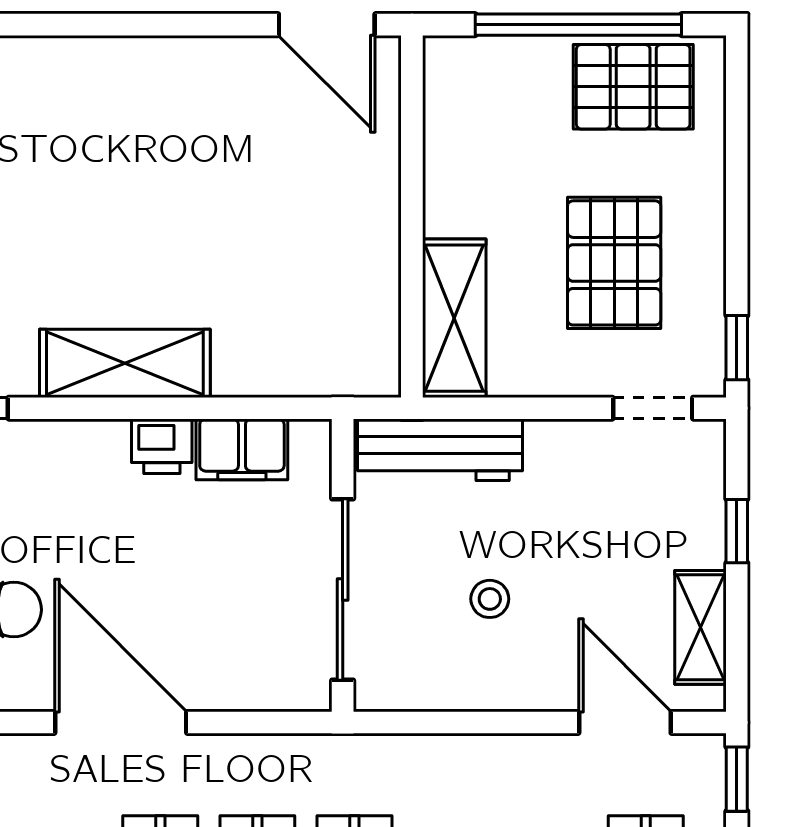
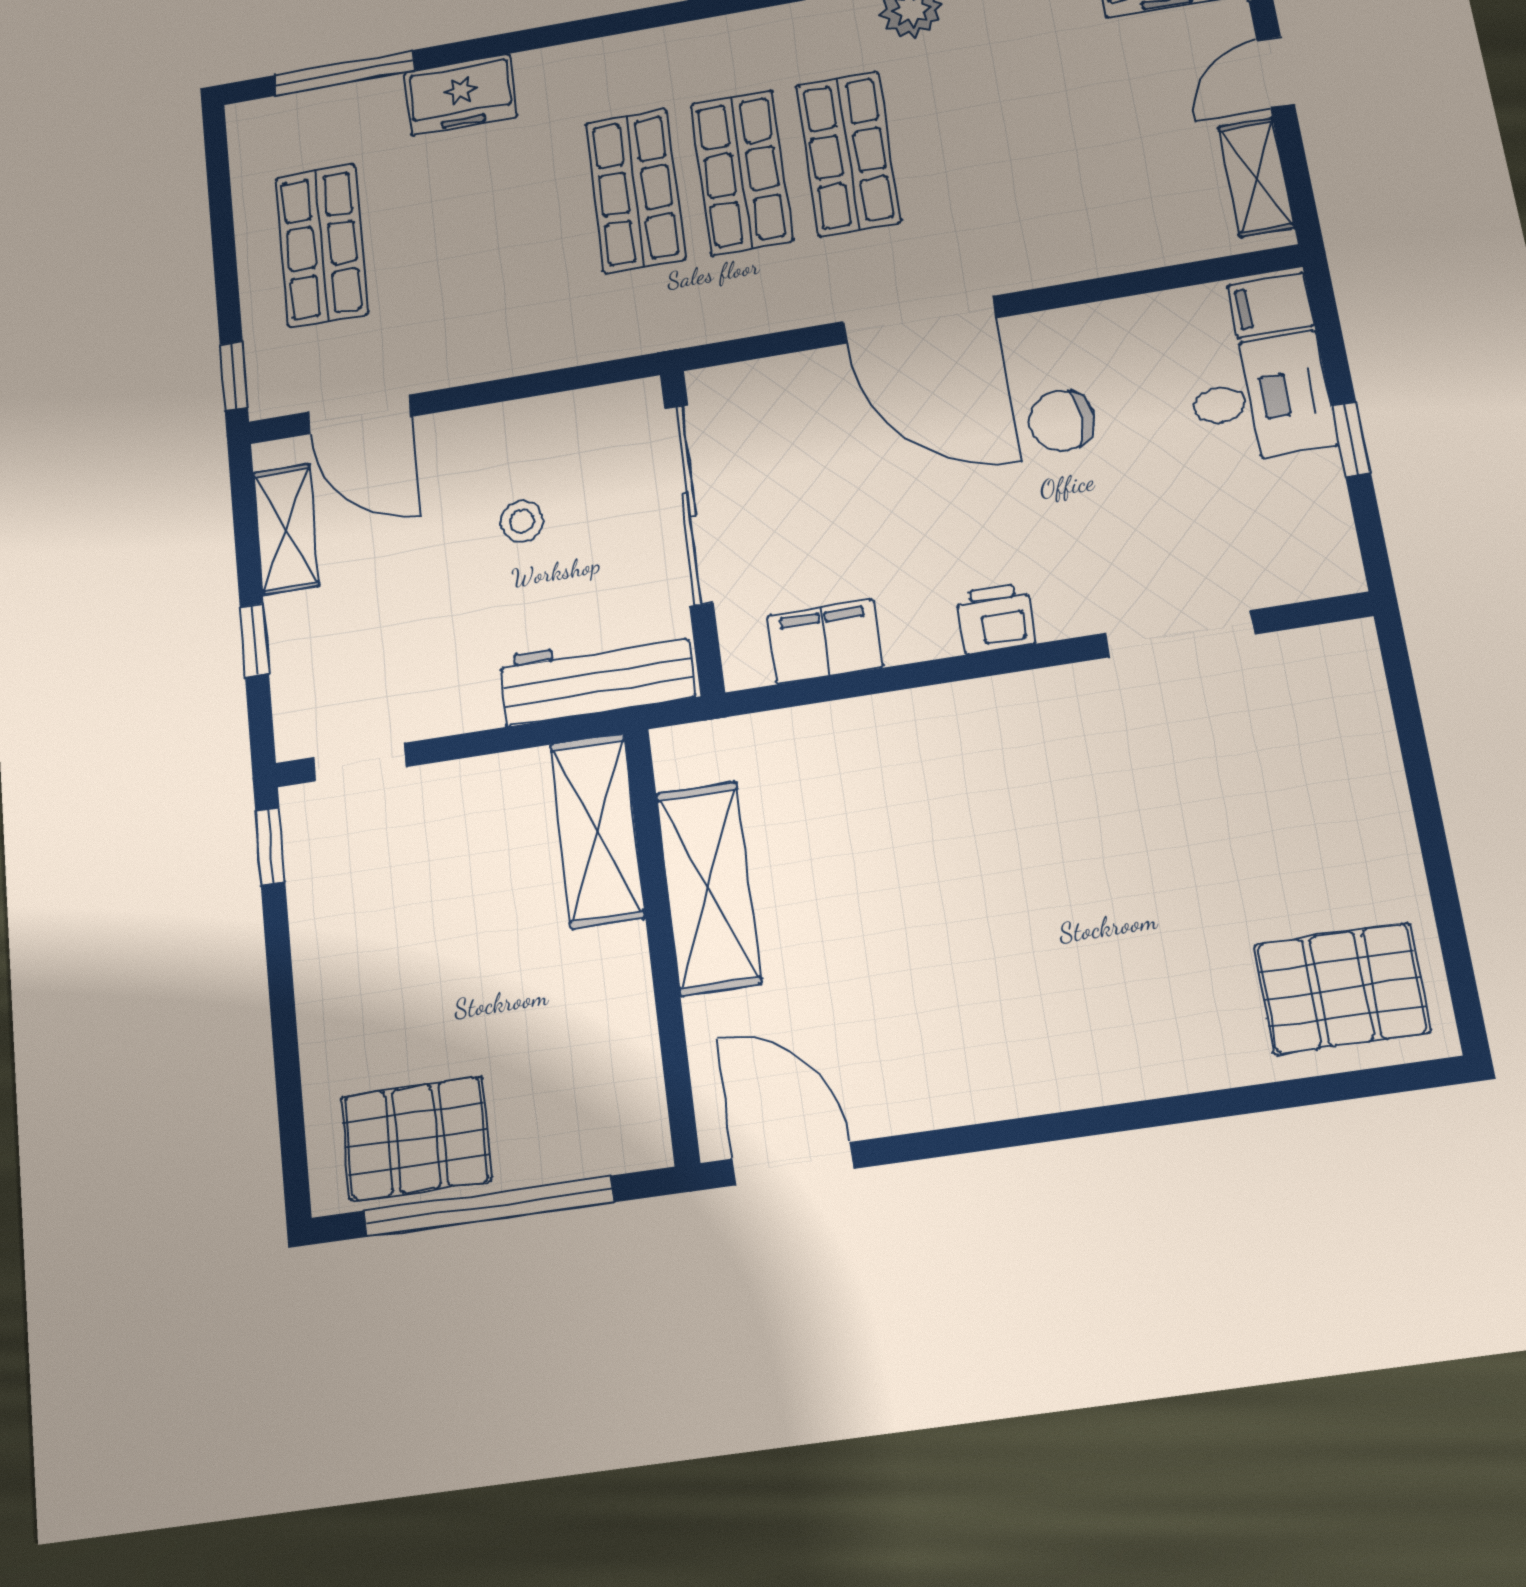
pallet: (614, 263) -> (419, 923), removed
shelving: (125, 363) -> (708, 888), moved, turned 90
printer: (162, 446) -> (996, 618), moved

